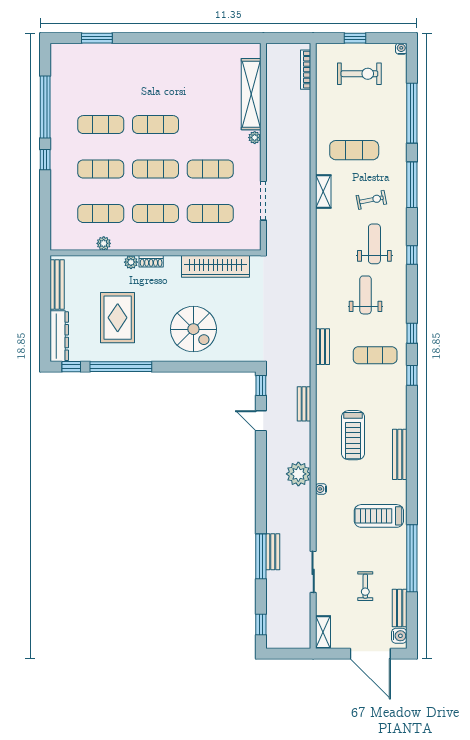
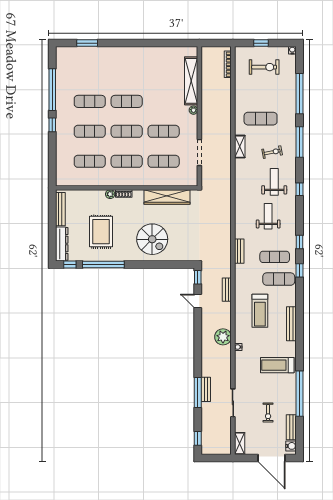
plant: (104, 243) -> (92, 182), removed
exercise mat: (381, 388) -> (279, 279), added

